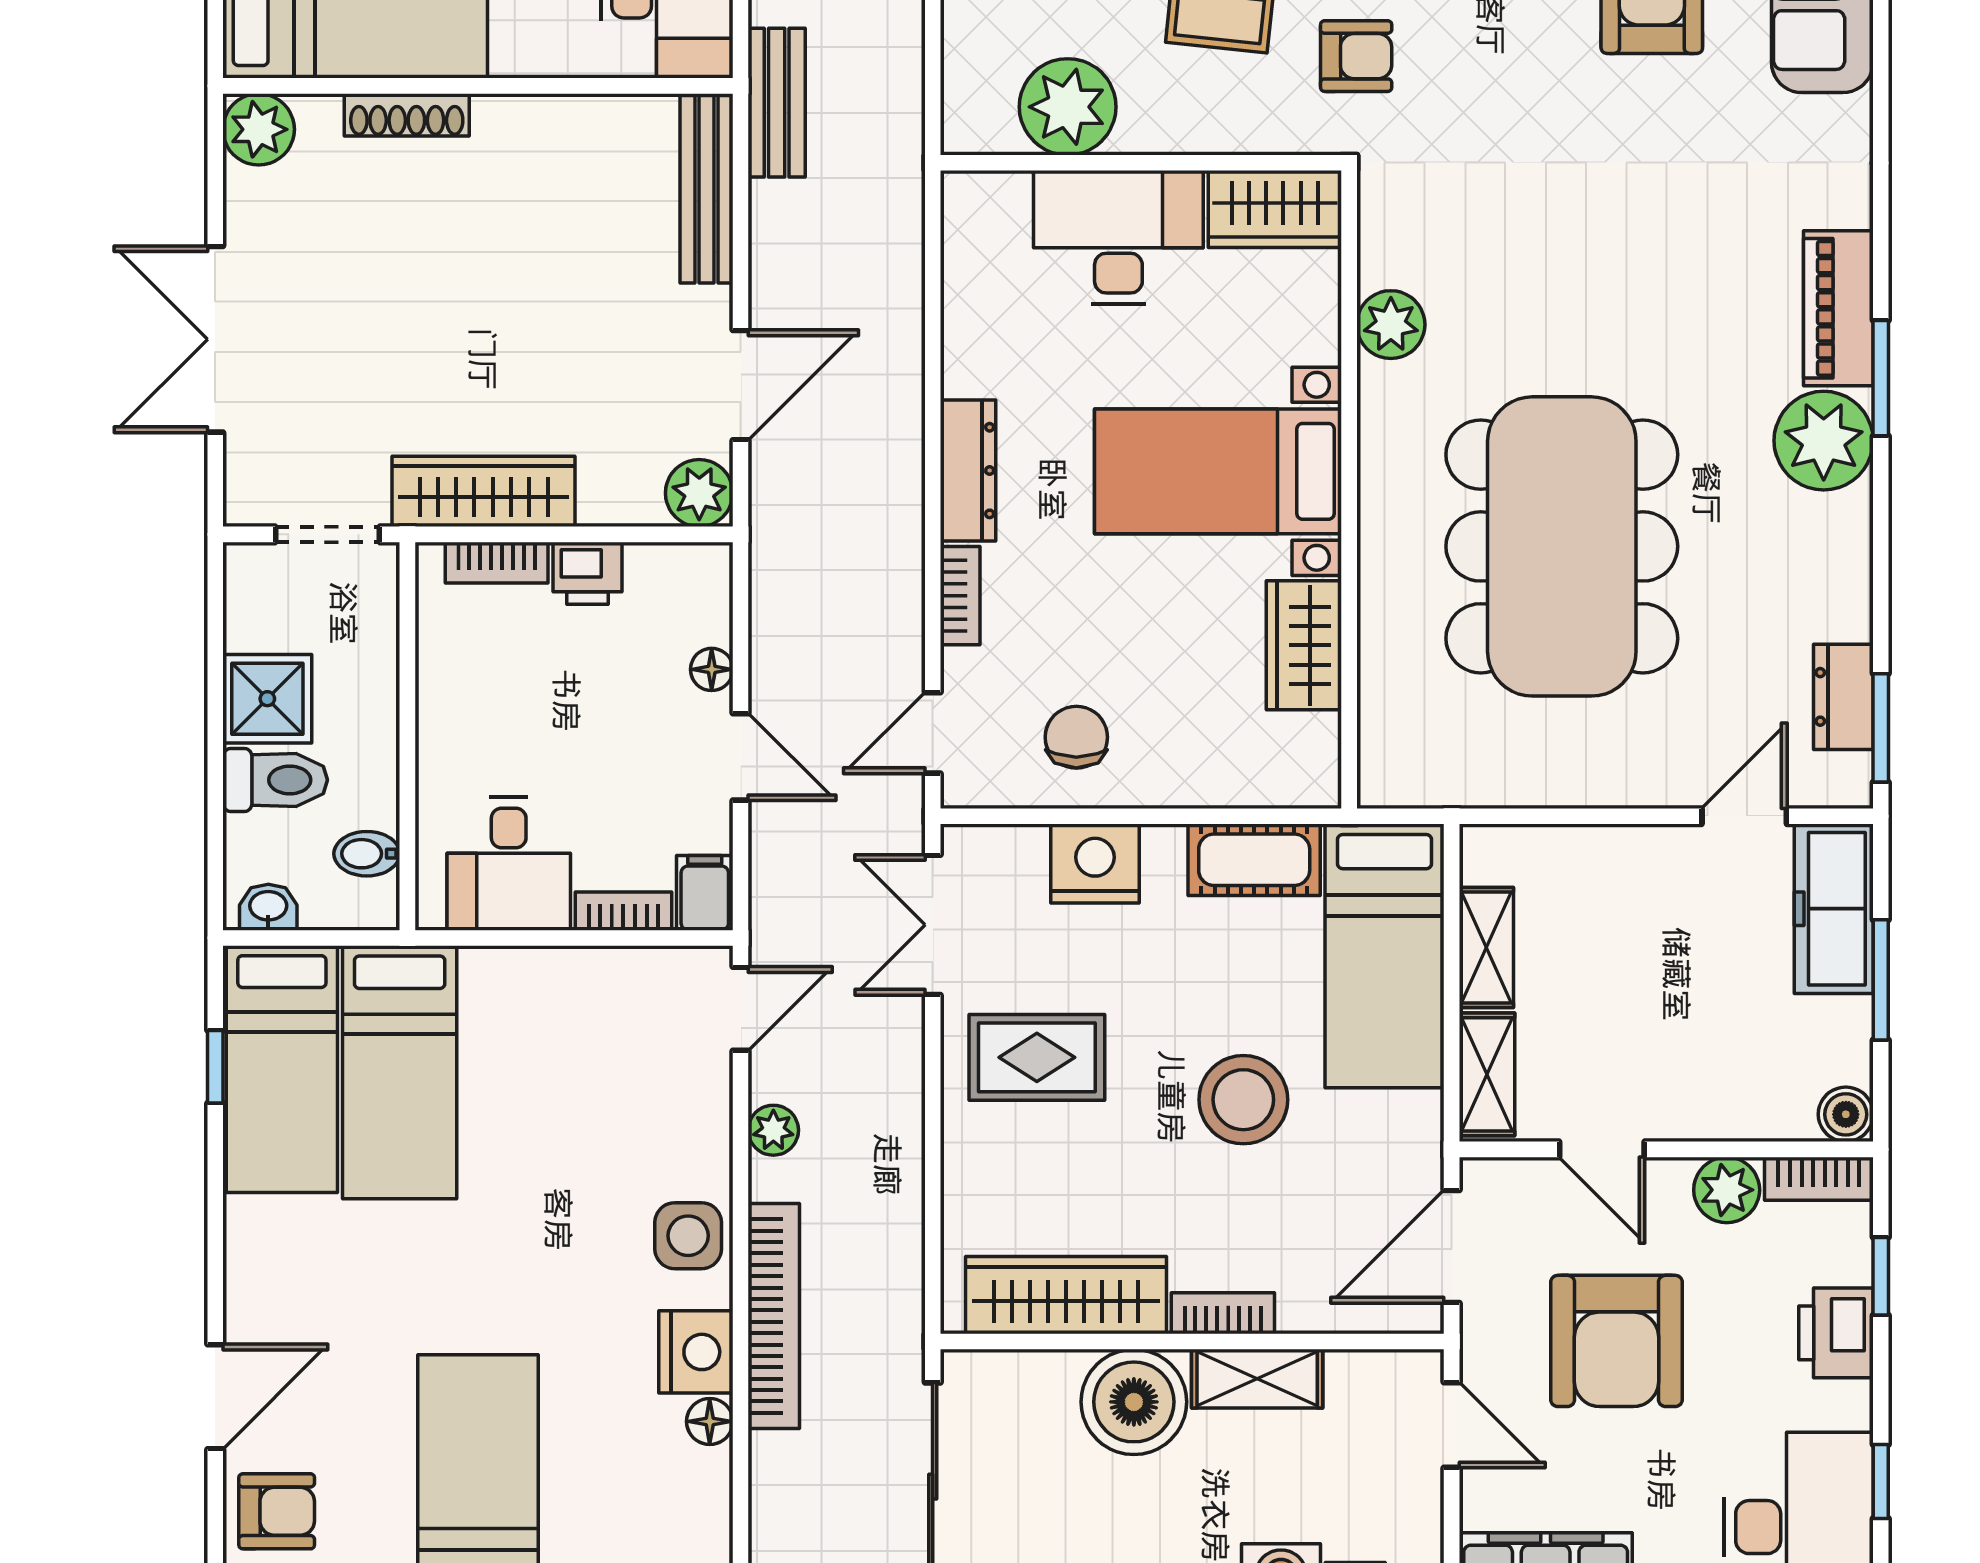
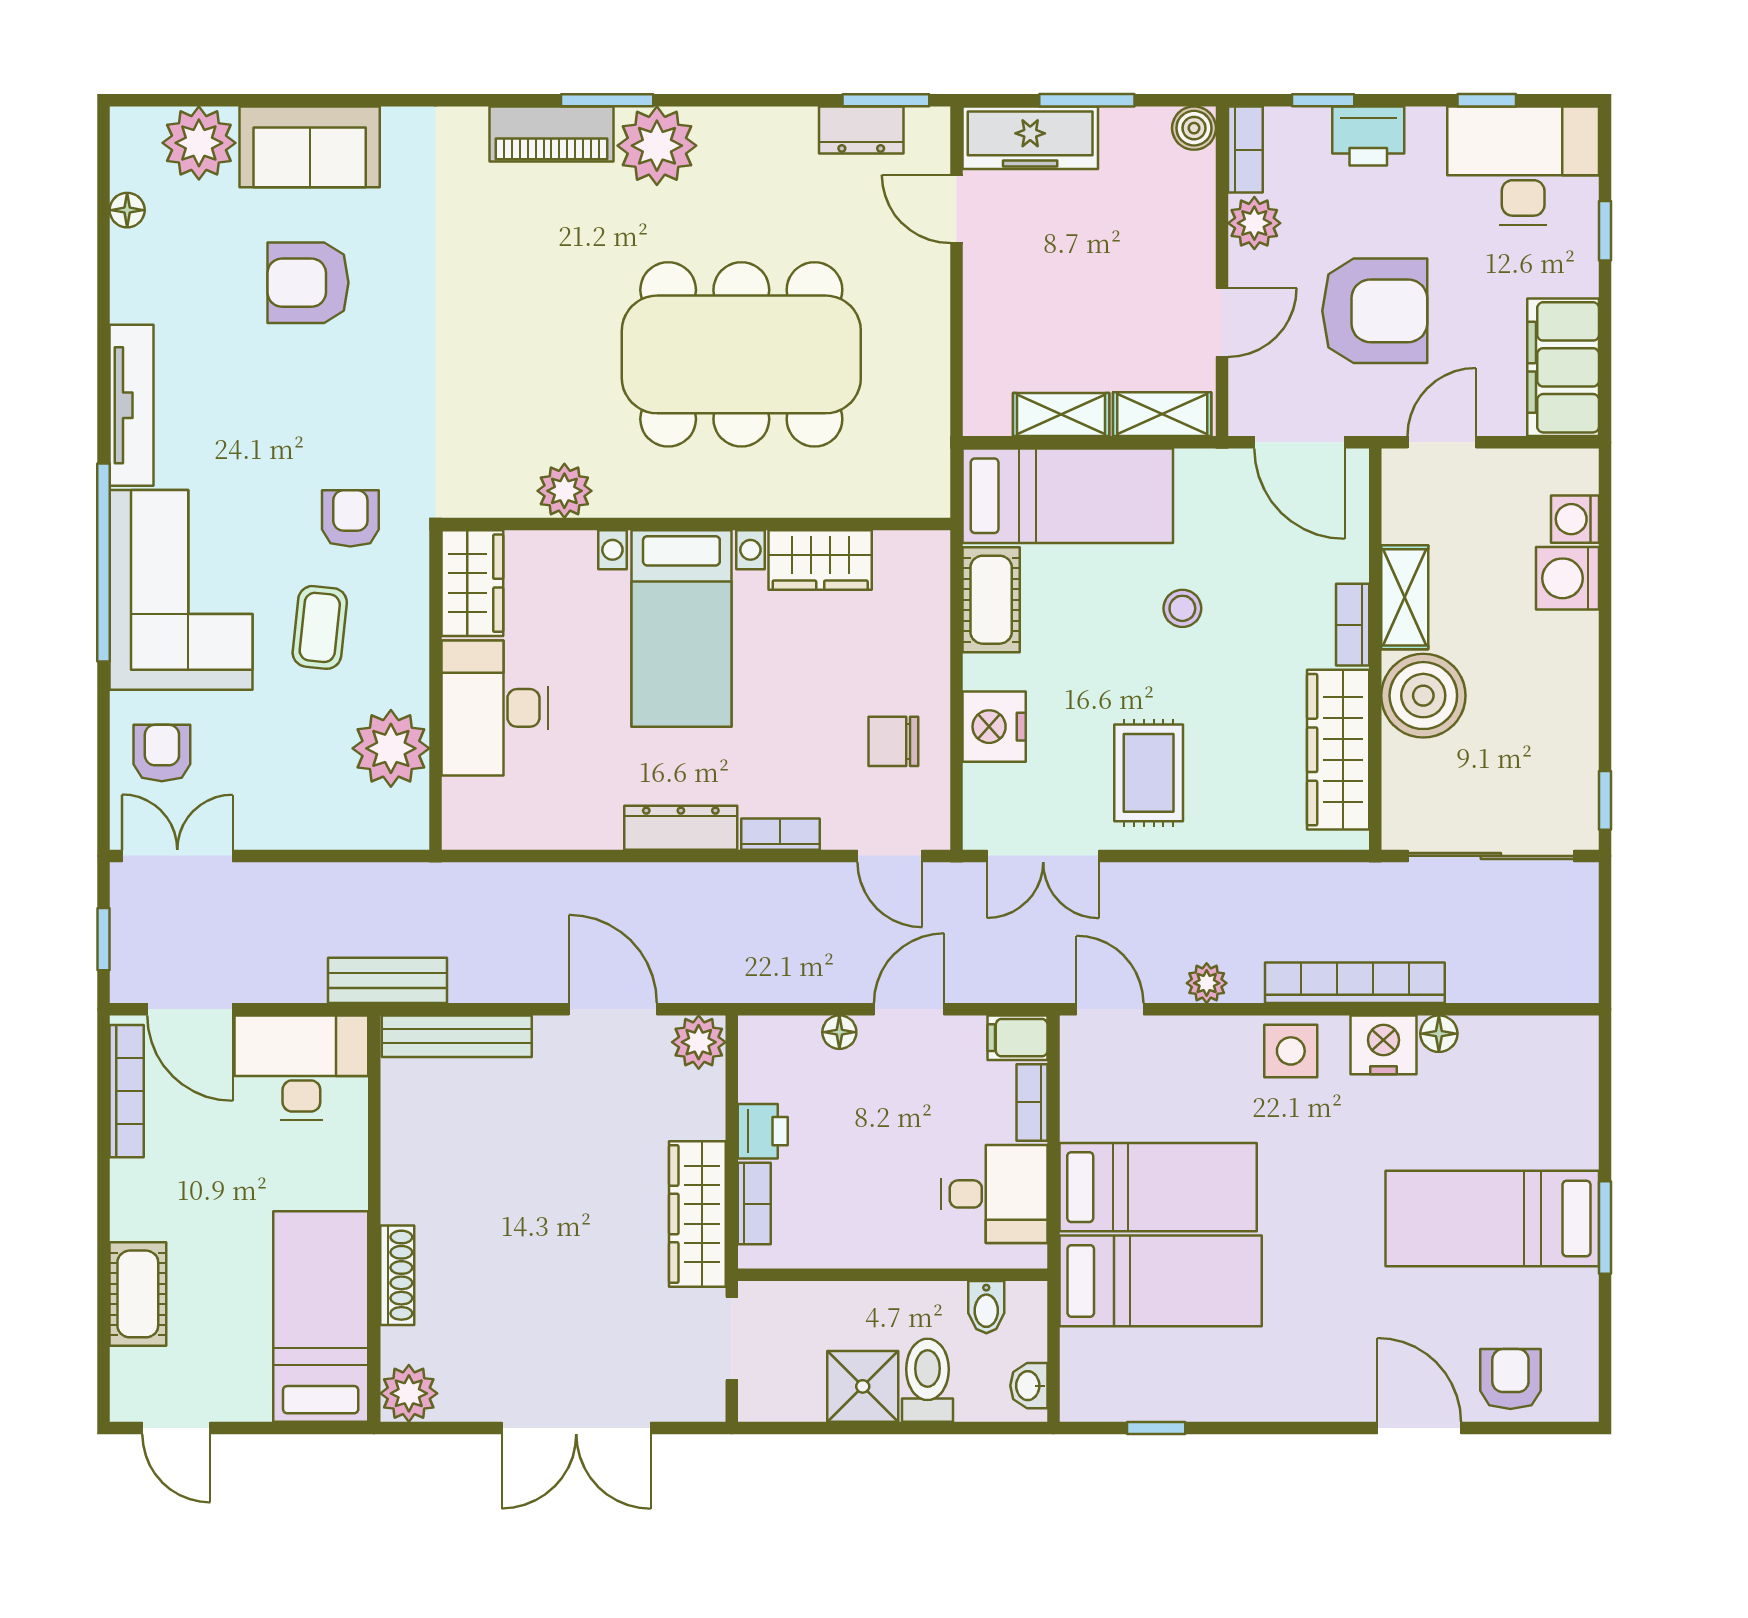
bed: (282, 1069) -> (1158, 1187), moved
stool: (1243, 1100) -> (1182, 608), width x0.53, depth x0.53

